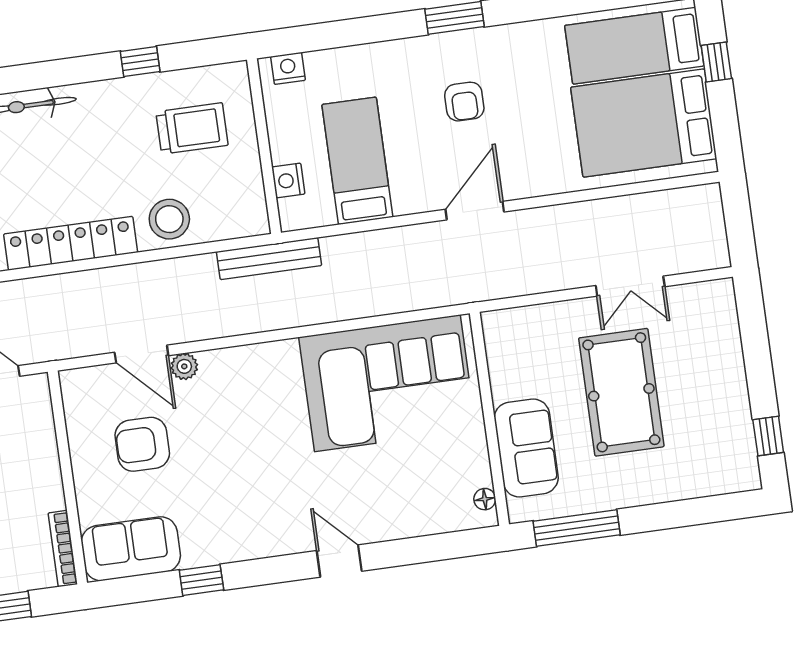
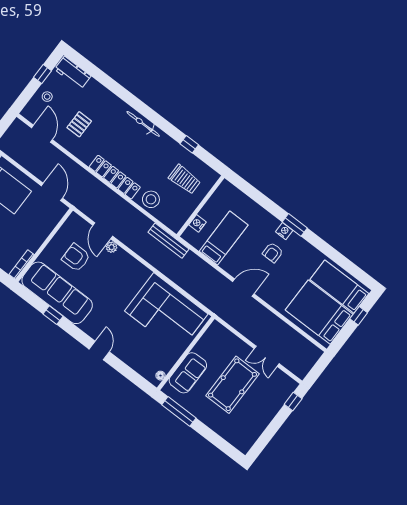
nightstand: (288, 68) -> (284, 231), moved
window: (768, 436) -> (293, 402), moved
sofa: (131, 549) -> (57, 293), width x1.85, depth x1.27

